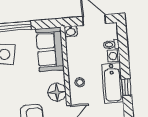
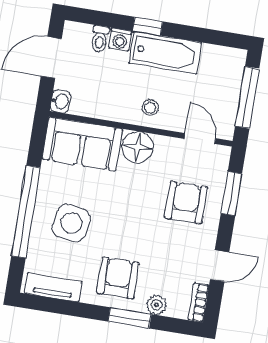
window: (126, 87) -> (148, 26), moved
floor lamp: (57, 92) -> (137, 147), moved

